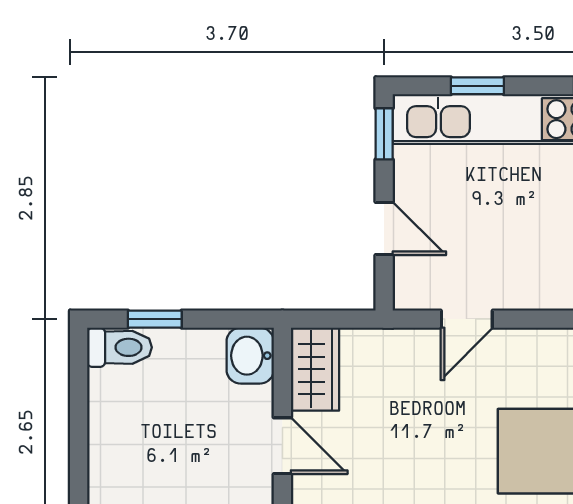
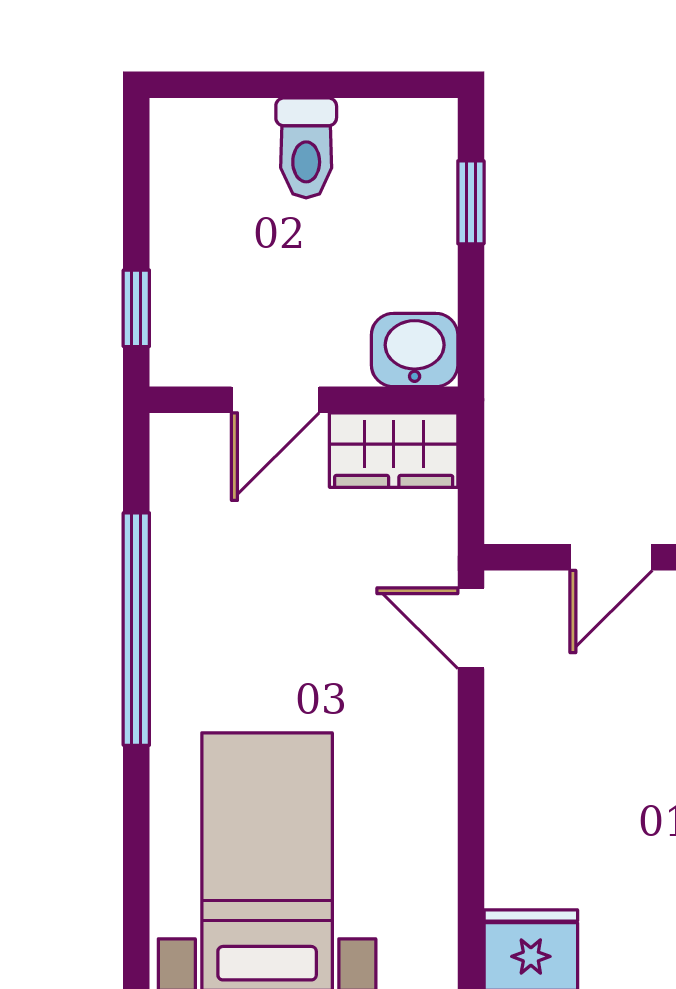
door: (467, 319) -> (471, 628), moved
toilet: (119, 347) -> (306, 148), moved

